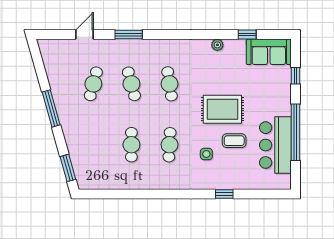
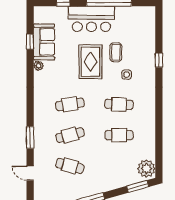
sofa: (269, 52) -> (44, 42), moved
bar counter: (275, 145) -> (91, 19), moved
plant: (90, 179) -> (146, 169), added

